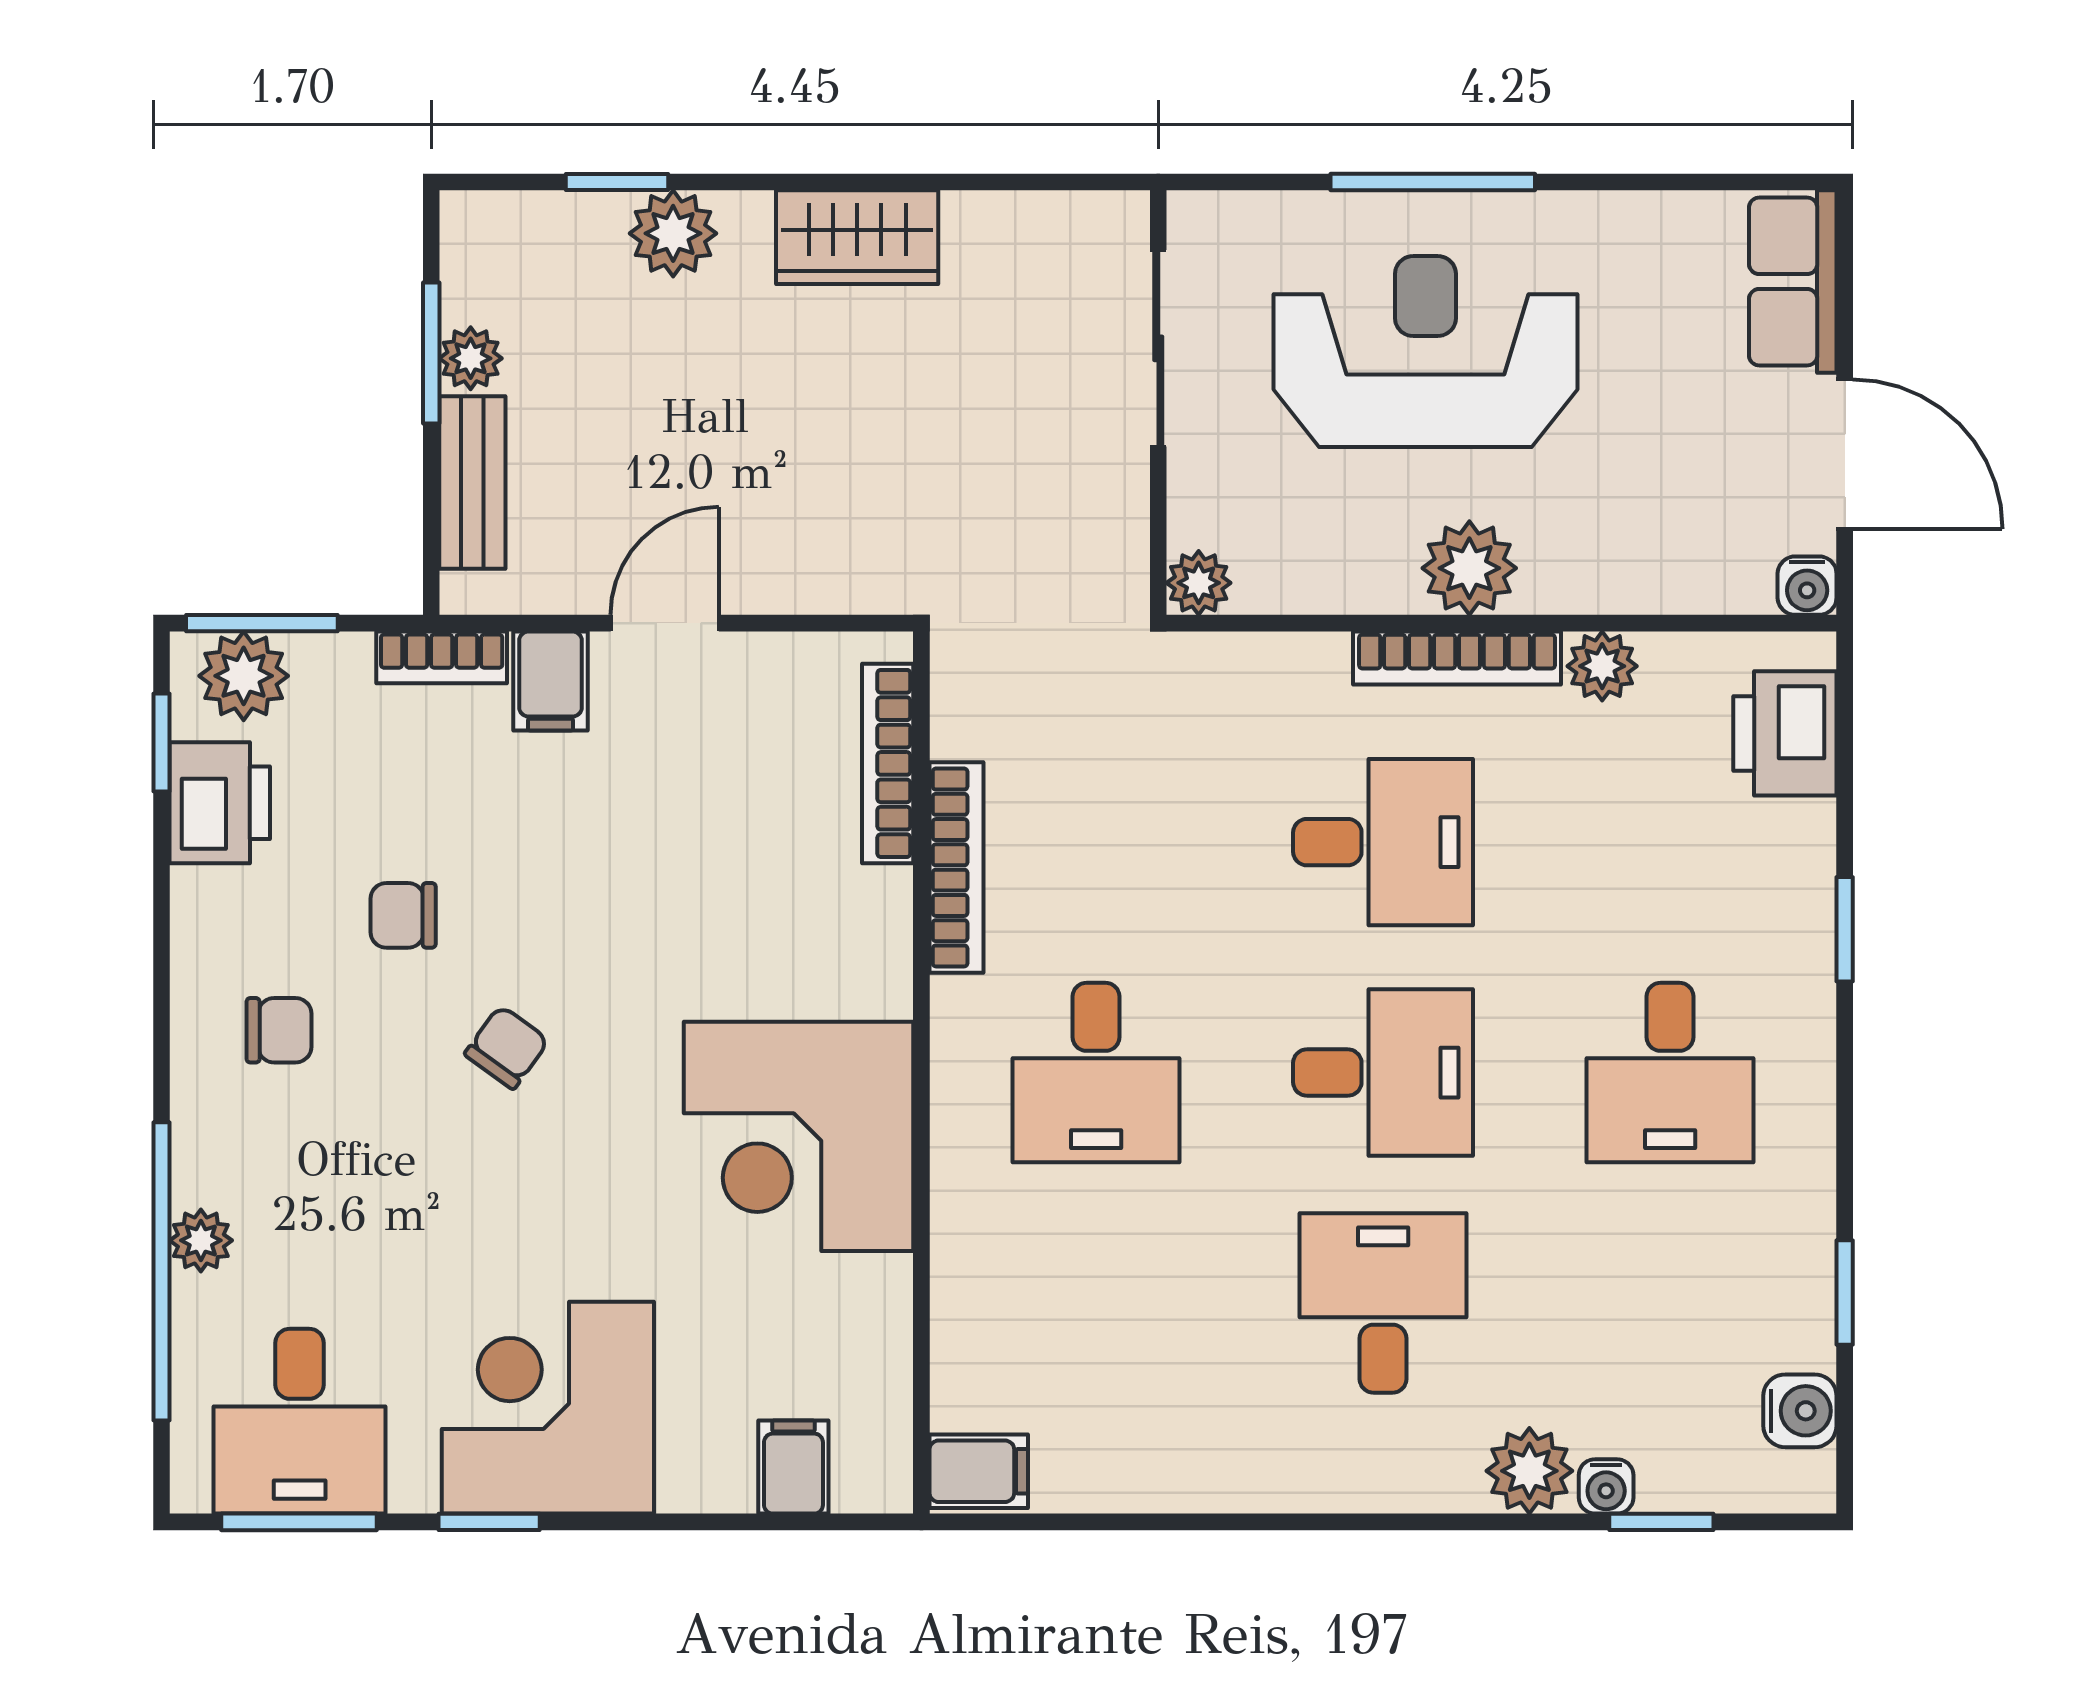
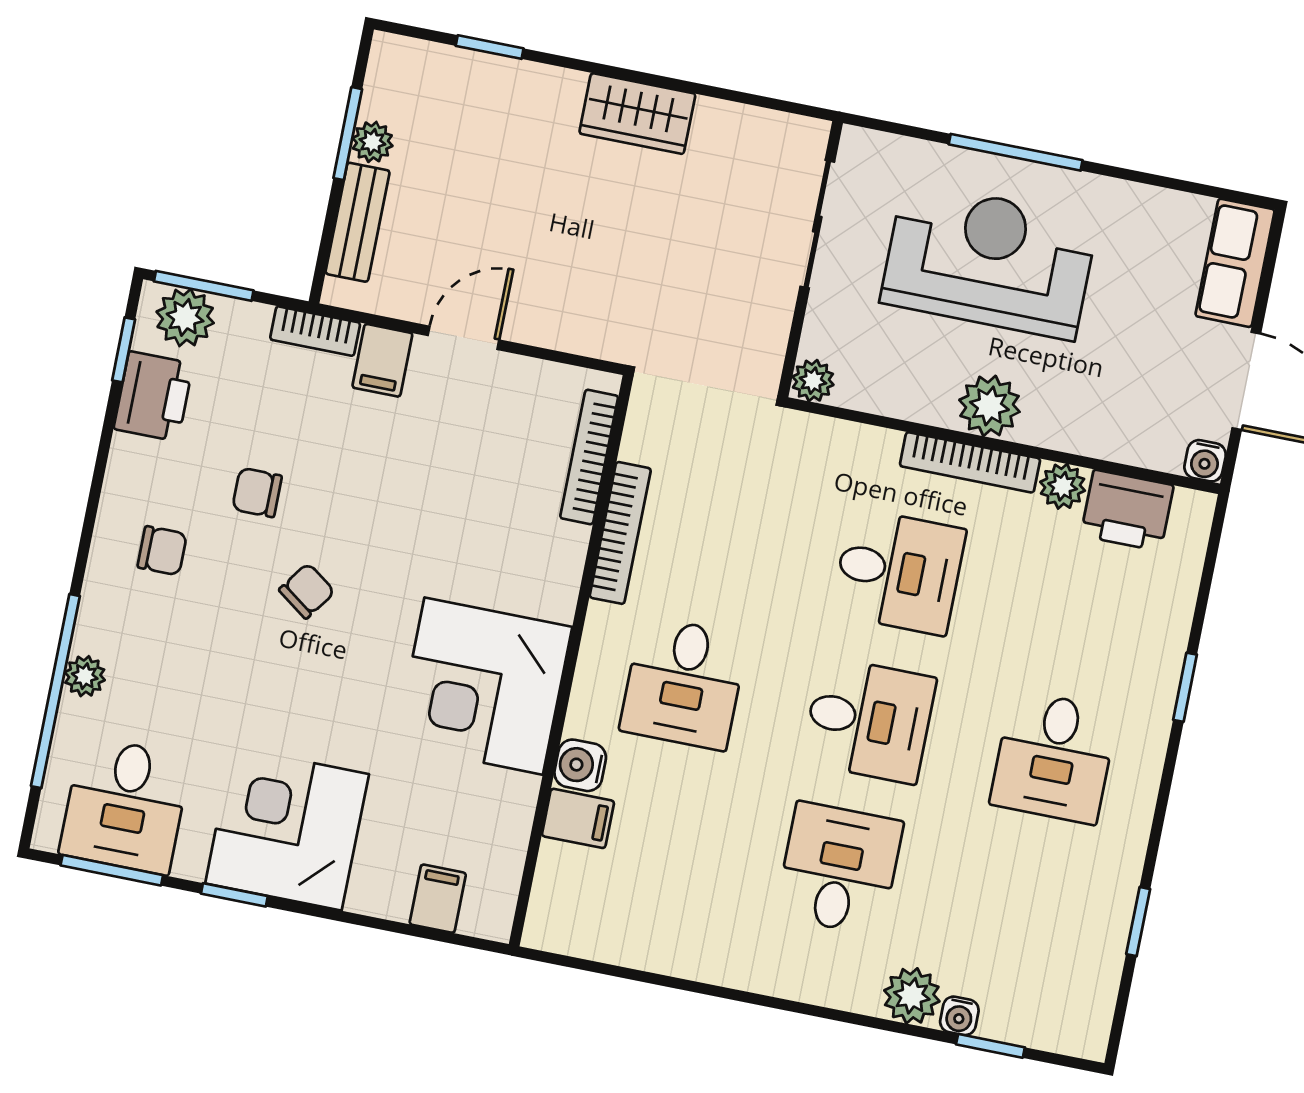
plant: (673, 233) -> (519, 87), removed
printer: (1785, 733) -> (1127, 510), moved, turned -90
water cooler: (1800, 1411) -> (580, 765), moved, turned 180
filing cabinet: (979, 1471) -> (578, 818), moved

